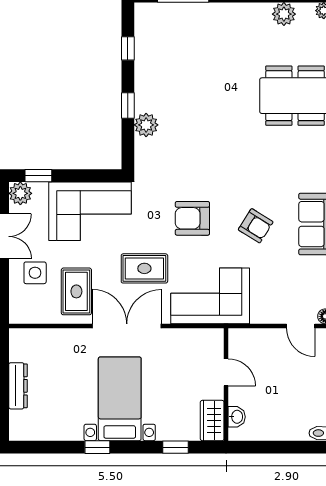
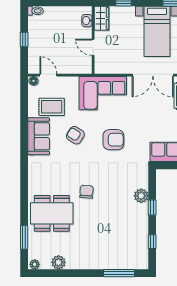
chair: (237, 132) -> (86, 192), added
rug: (144, 268) -> (52, 107), moved

